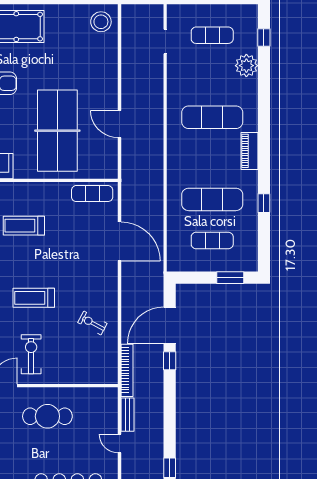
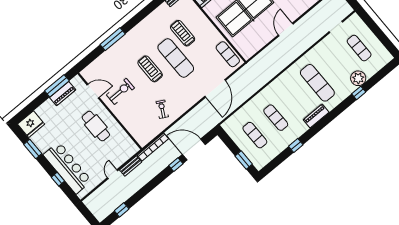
window: (264, 37) -> (359, 93), moved
door: (120, 124) -> (286, 29), moved
exercise mat: (212, 199) -> (276, 118), width x0.73, depth x0.69
exercise mat: (46, 258) -> (176, 58), added

